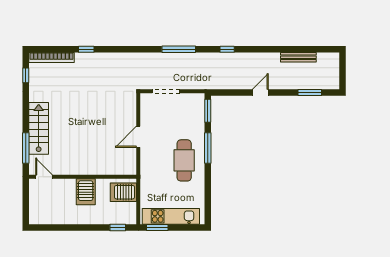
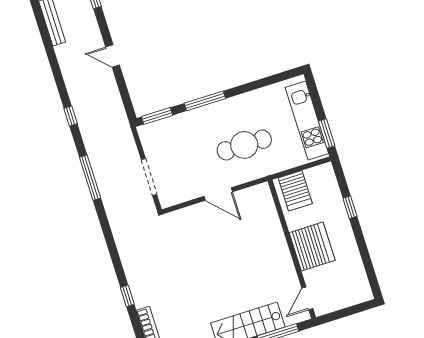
cafe table: (184, 160) -> (244, 145), moved
server rack: (86, 192) -> (312, 246), width x1.60
window: (118, 227) -> (350, 207), moved

